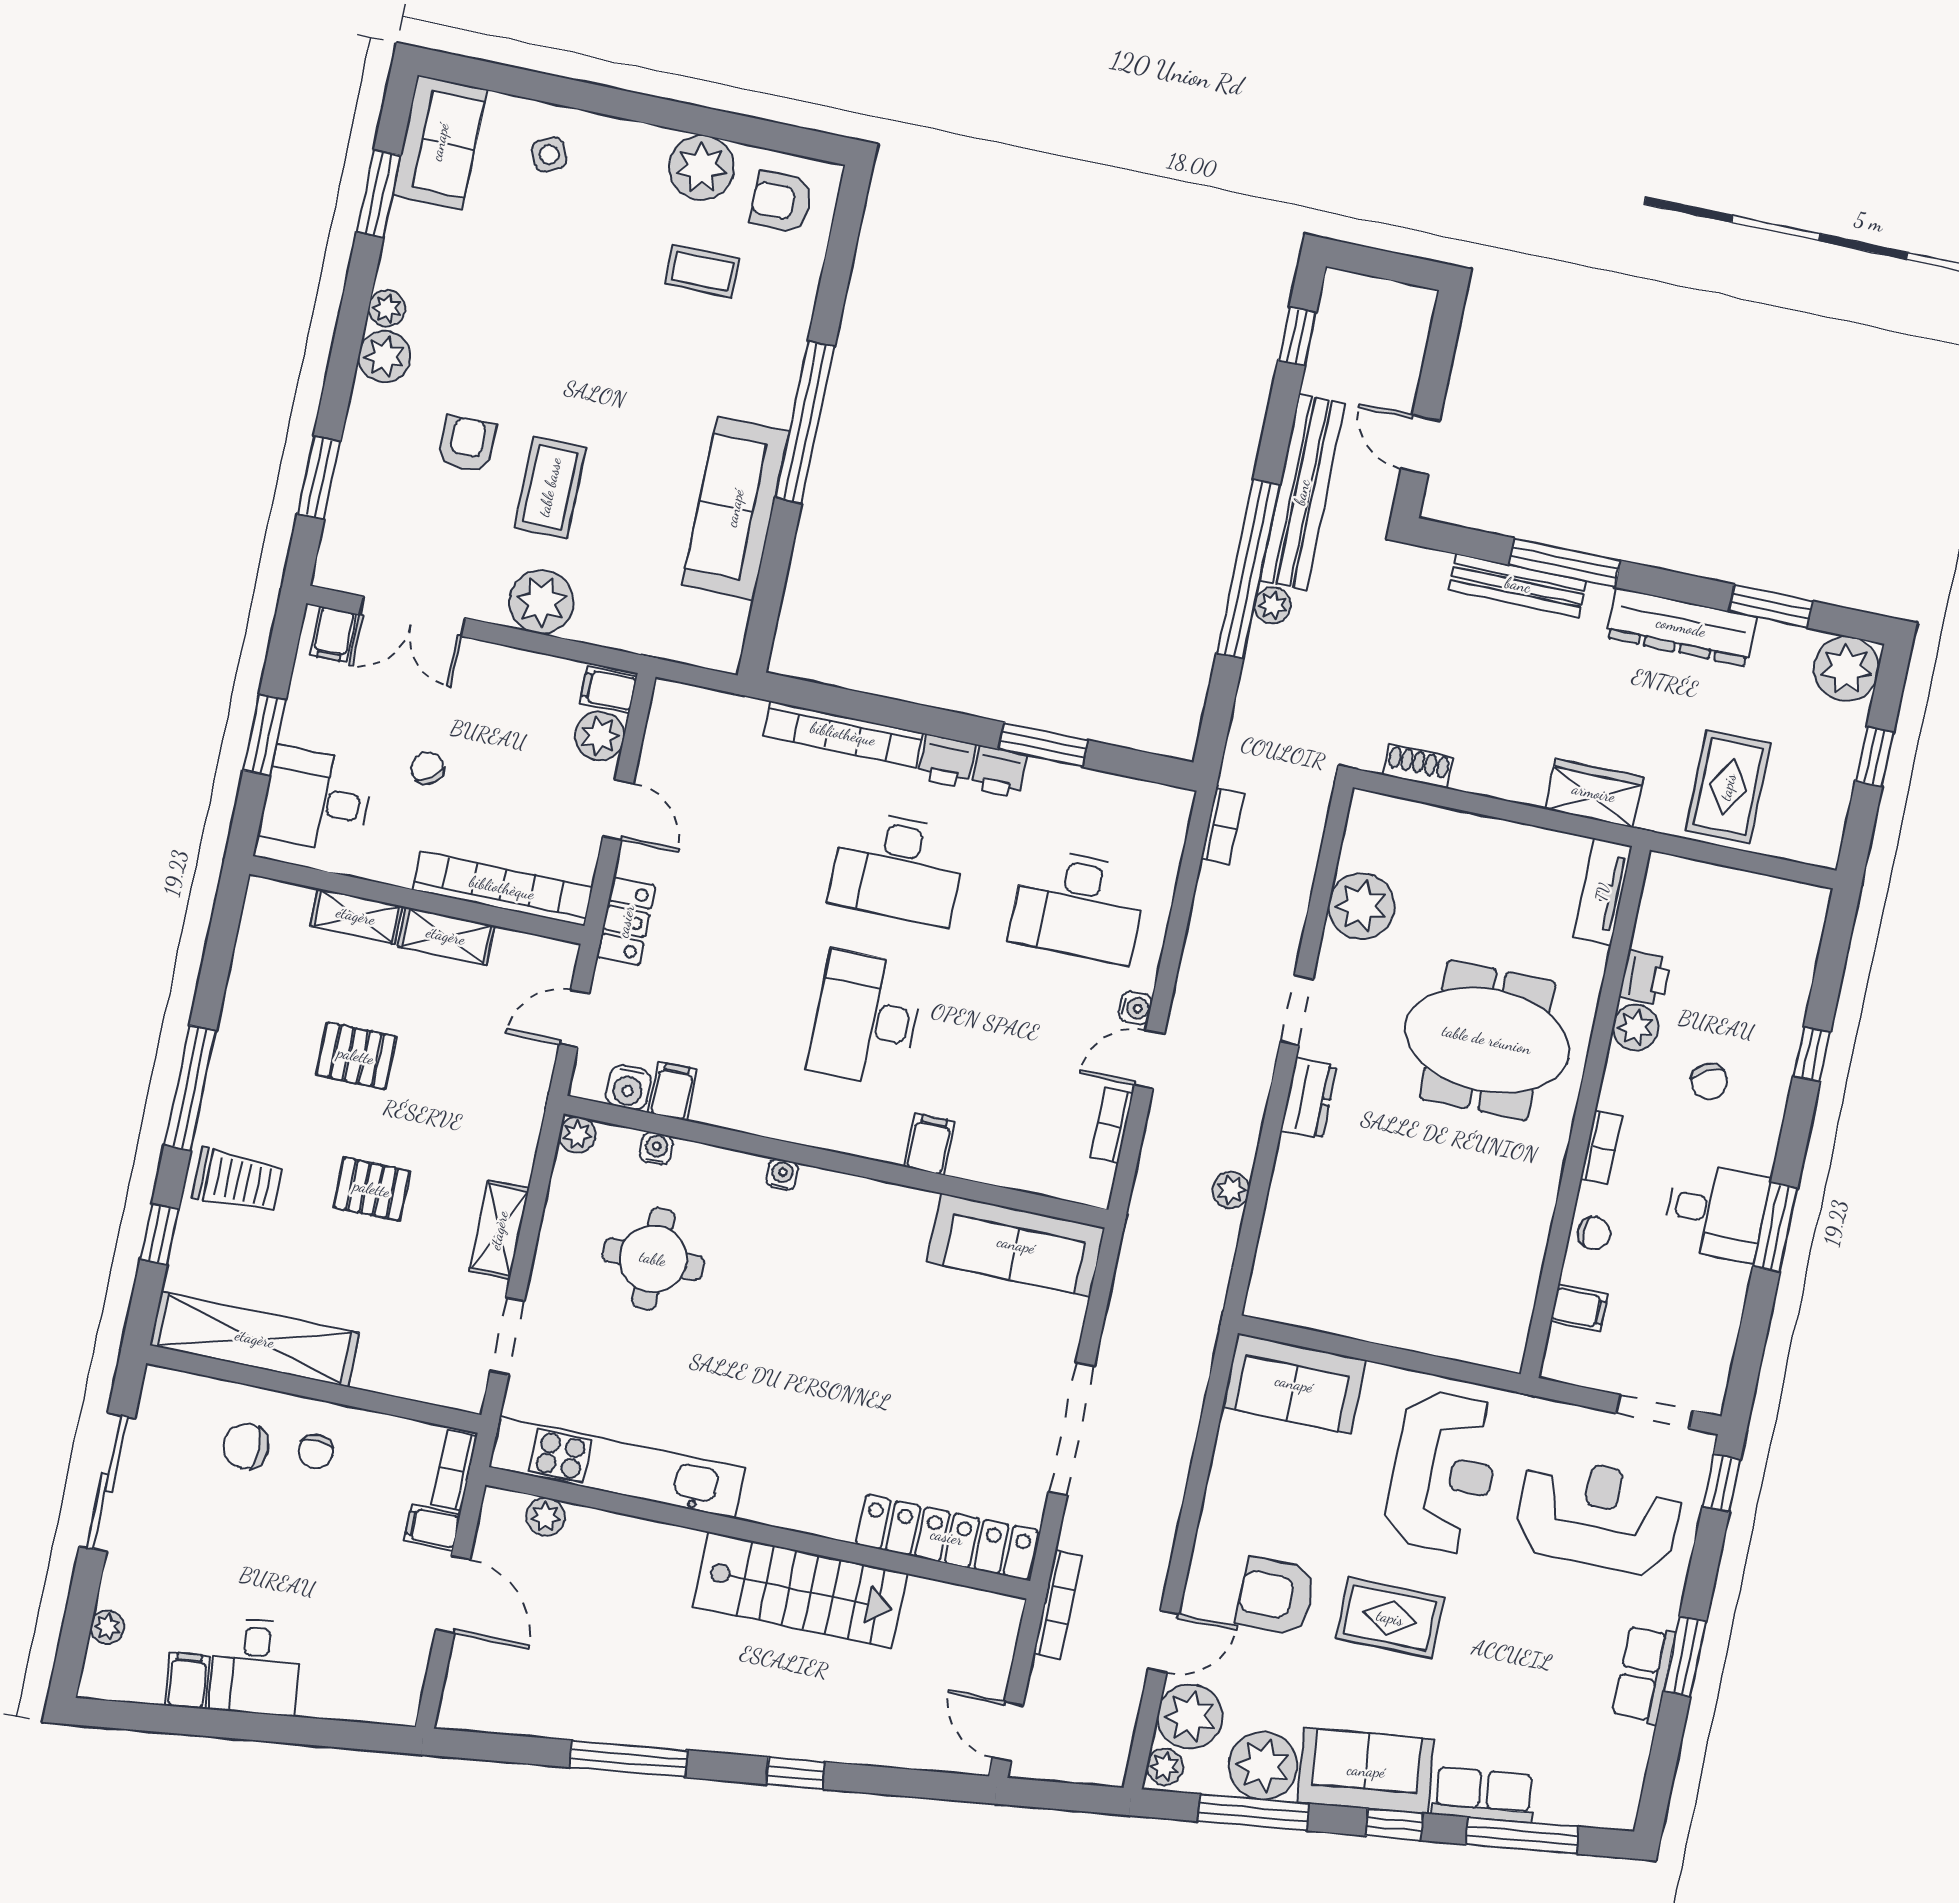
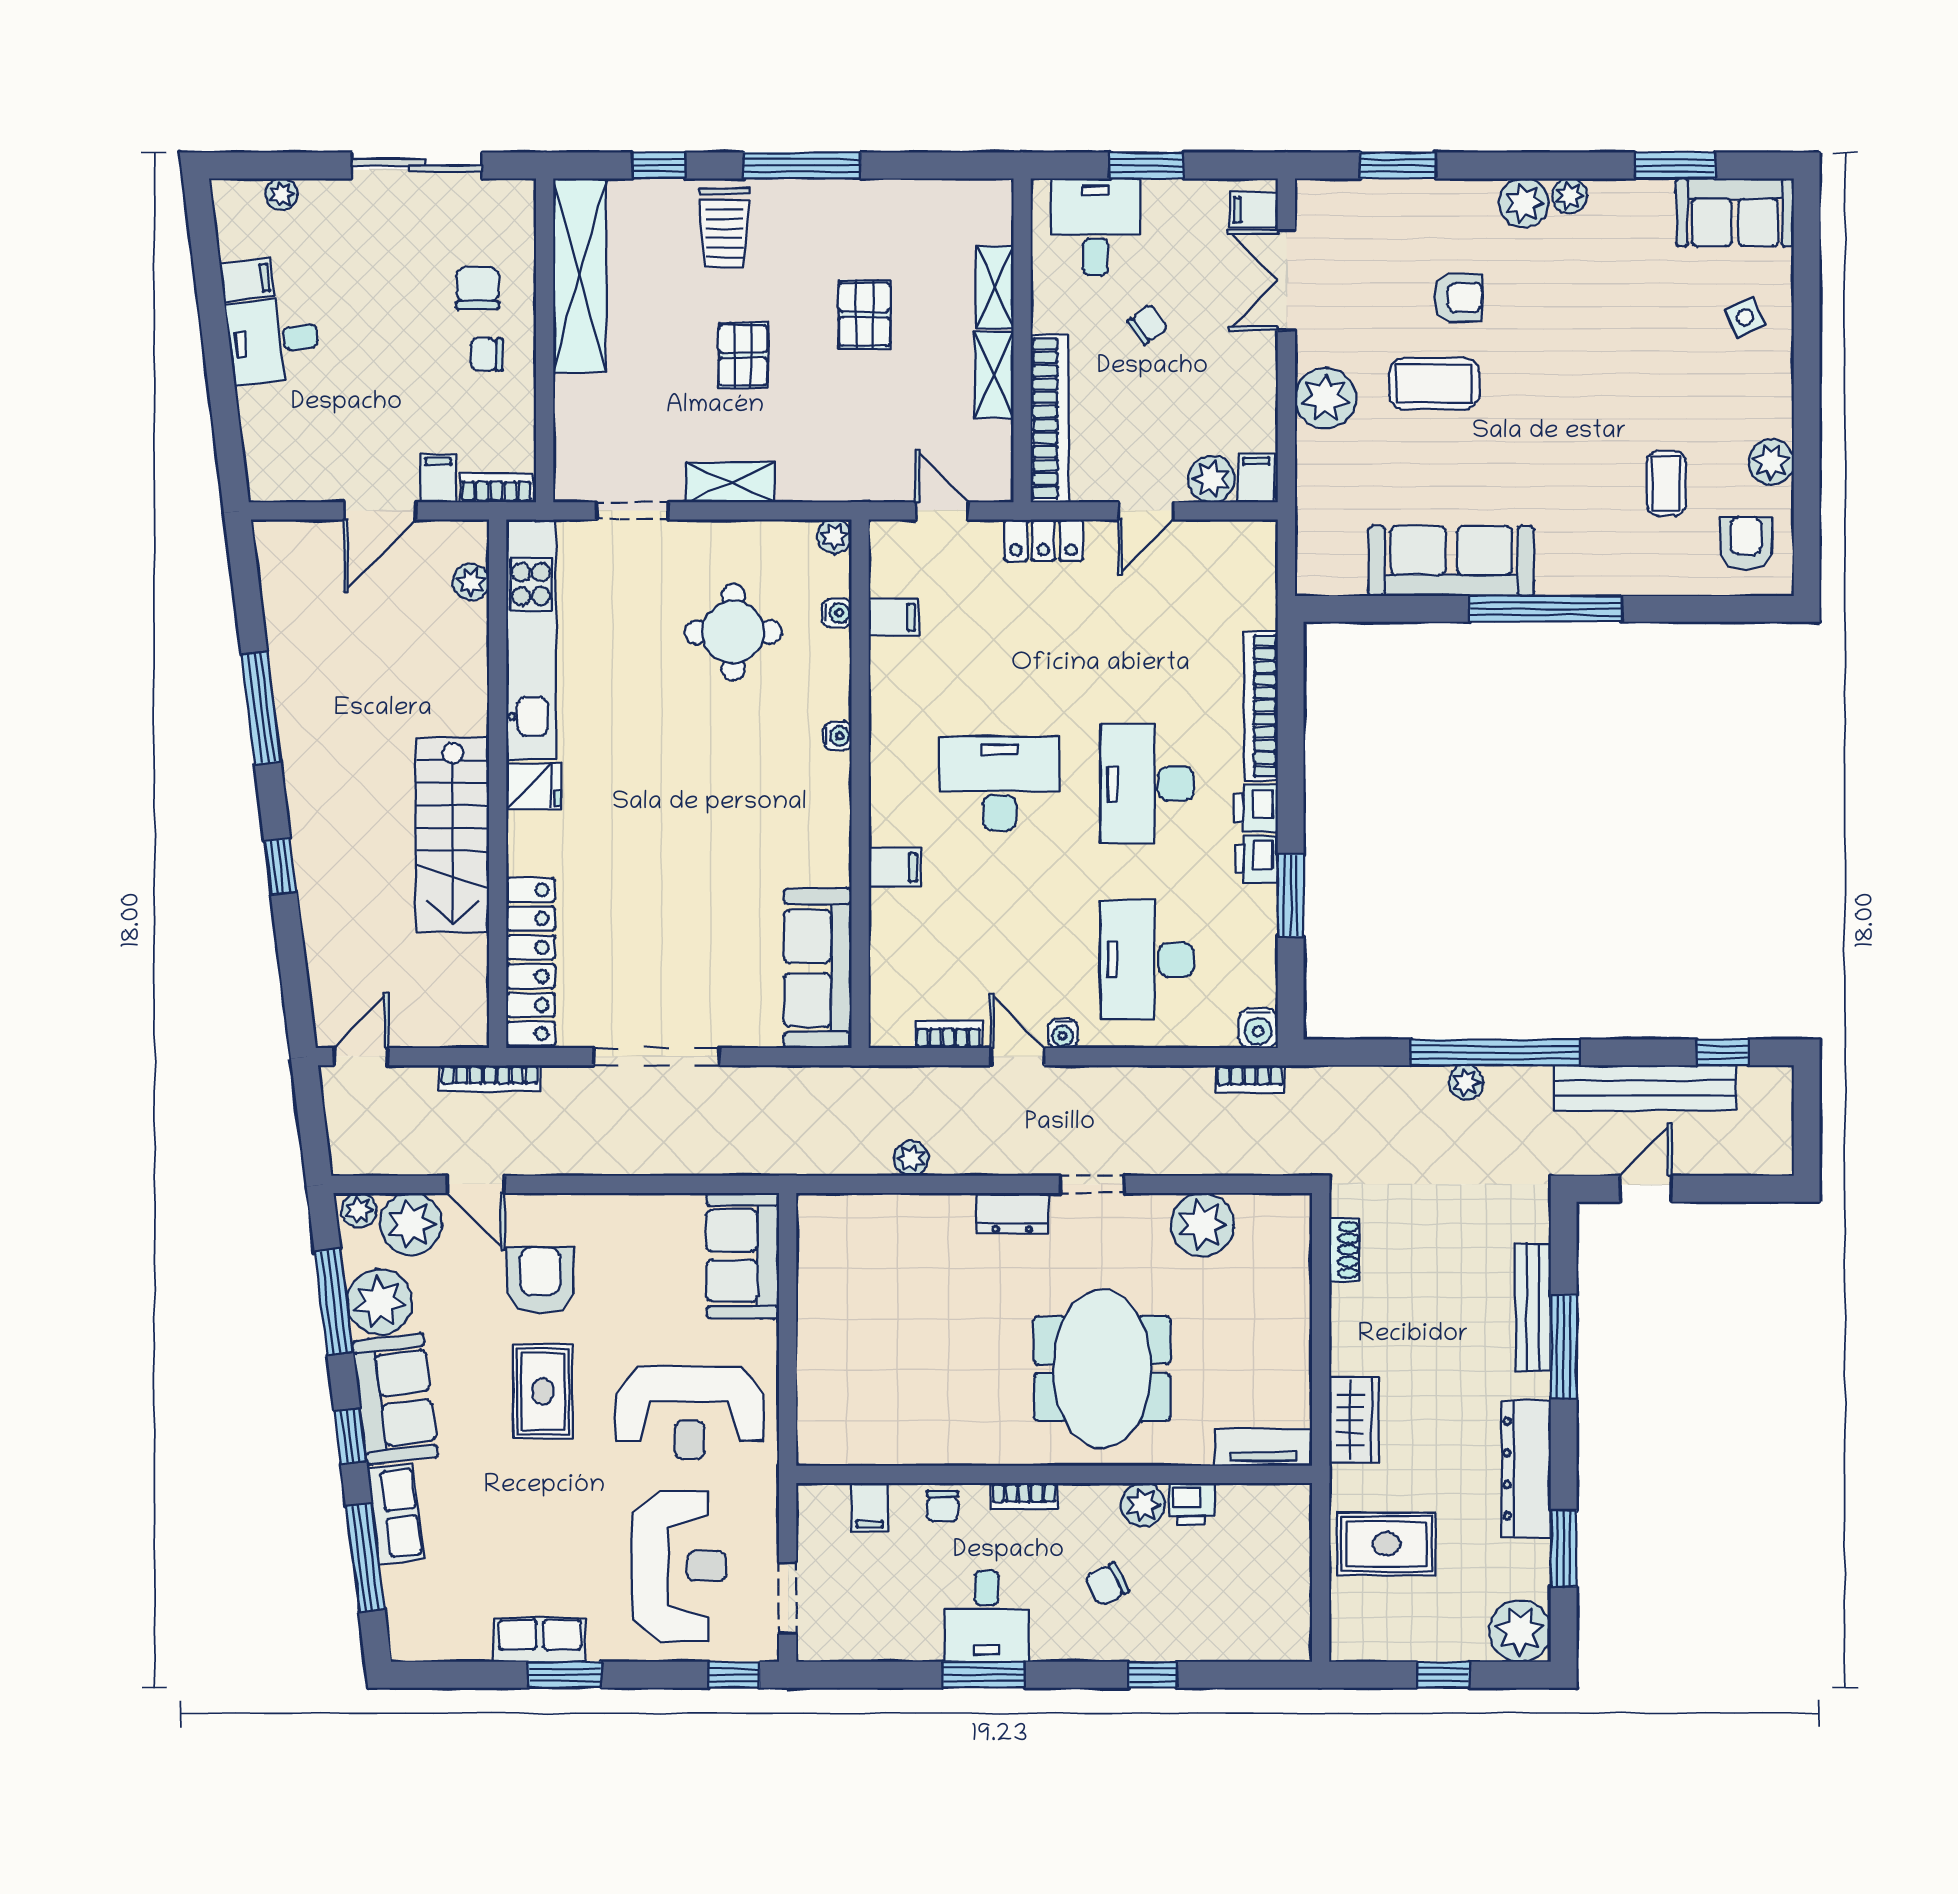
plant: (701, 168) -> (1771, 462), width x0.73, depth x0.73
bench: (1302, 492) -> (1645, 1088), moved
water cooler: (628, 1088) -> (1258, 1028), moved, turned -90
fridge: (768, 1496) -> (534, 786), added

